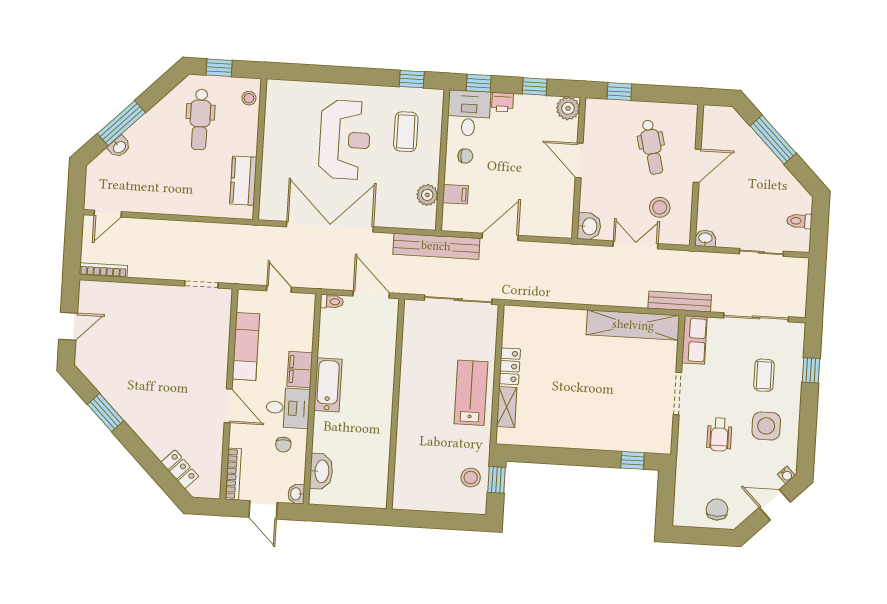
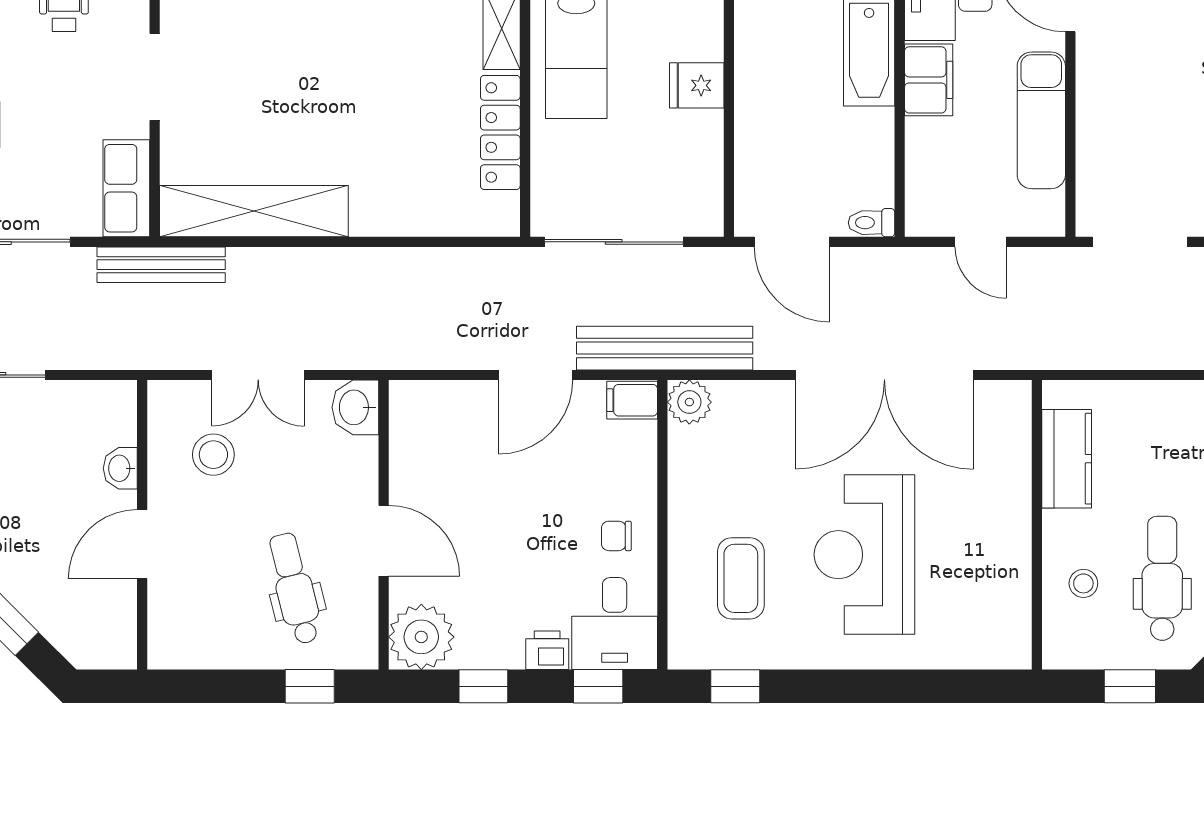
stool: (249, 98) -> (1083, 583), moved
plant: (568, 108) -> (421, 637), width x1.36, depth x1.36
dental chair: (652, 147) -> (294, 588), moved
filing cabinet: (455, 194) -> (632, 400), moved
plant: (427, 195) -> (689, 402), moved
washbasin: (705, 238) -> (120, 468), moved, turned 90
doorway: (201, 284) -> (1140, 242), width x1.38
locker: (510, 366) -> (500, 132), width x1.53
fridge: (413, 374) -> (697, 85), added

